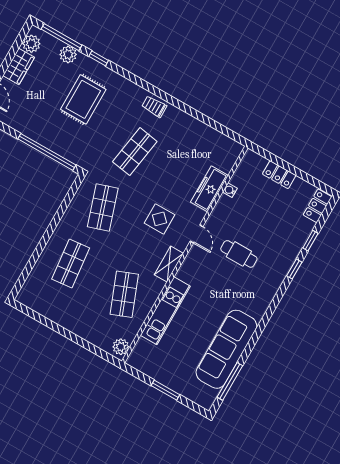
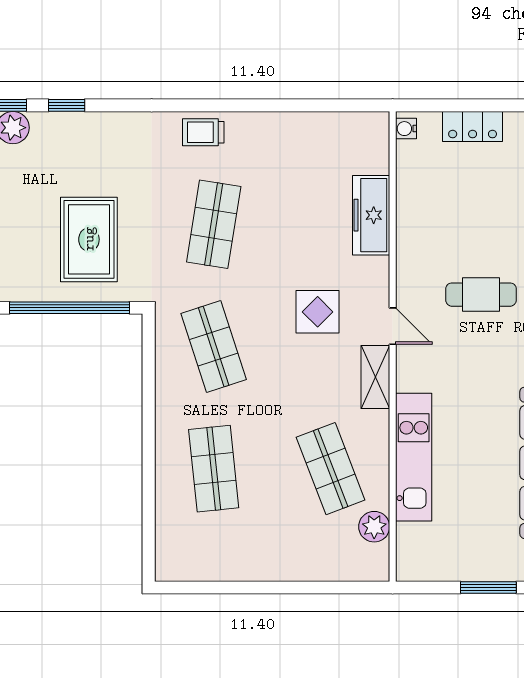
rug: (83, 99) -> (89, 239), moved
water cooler: (230, 190) -> (406, 129), moved
door: (197, 234) -> (393, 326), moved
plant: (121, 347) -> (374, 527), moved

